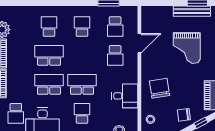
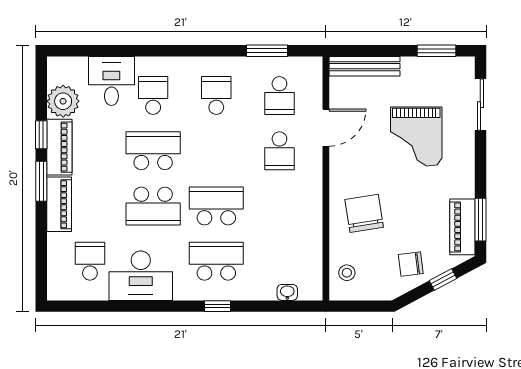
bench: (192, 11) -> (365, 66), moved
school desk: (49, 84) -> (153, 206), turned 180
desk: (125, 96) -> (111, 81), moved, turned -90
school desk: (16, 113) -> (90, 261), turned 180
school desk: (82, 113) -> (216, 261), width x1.85

